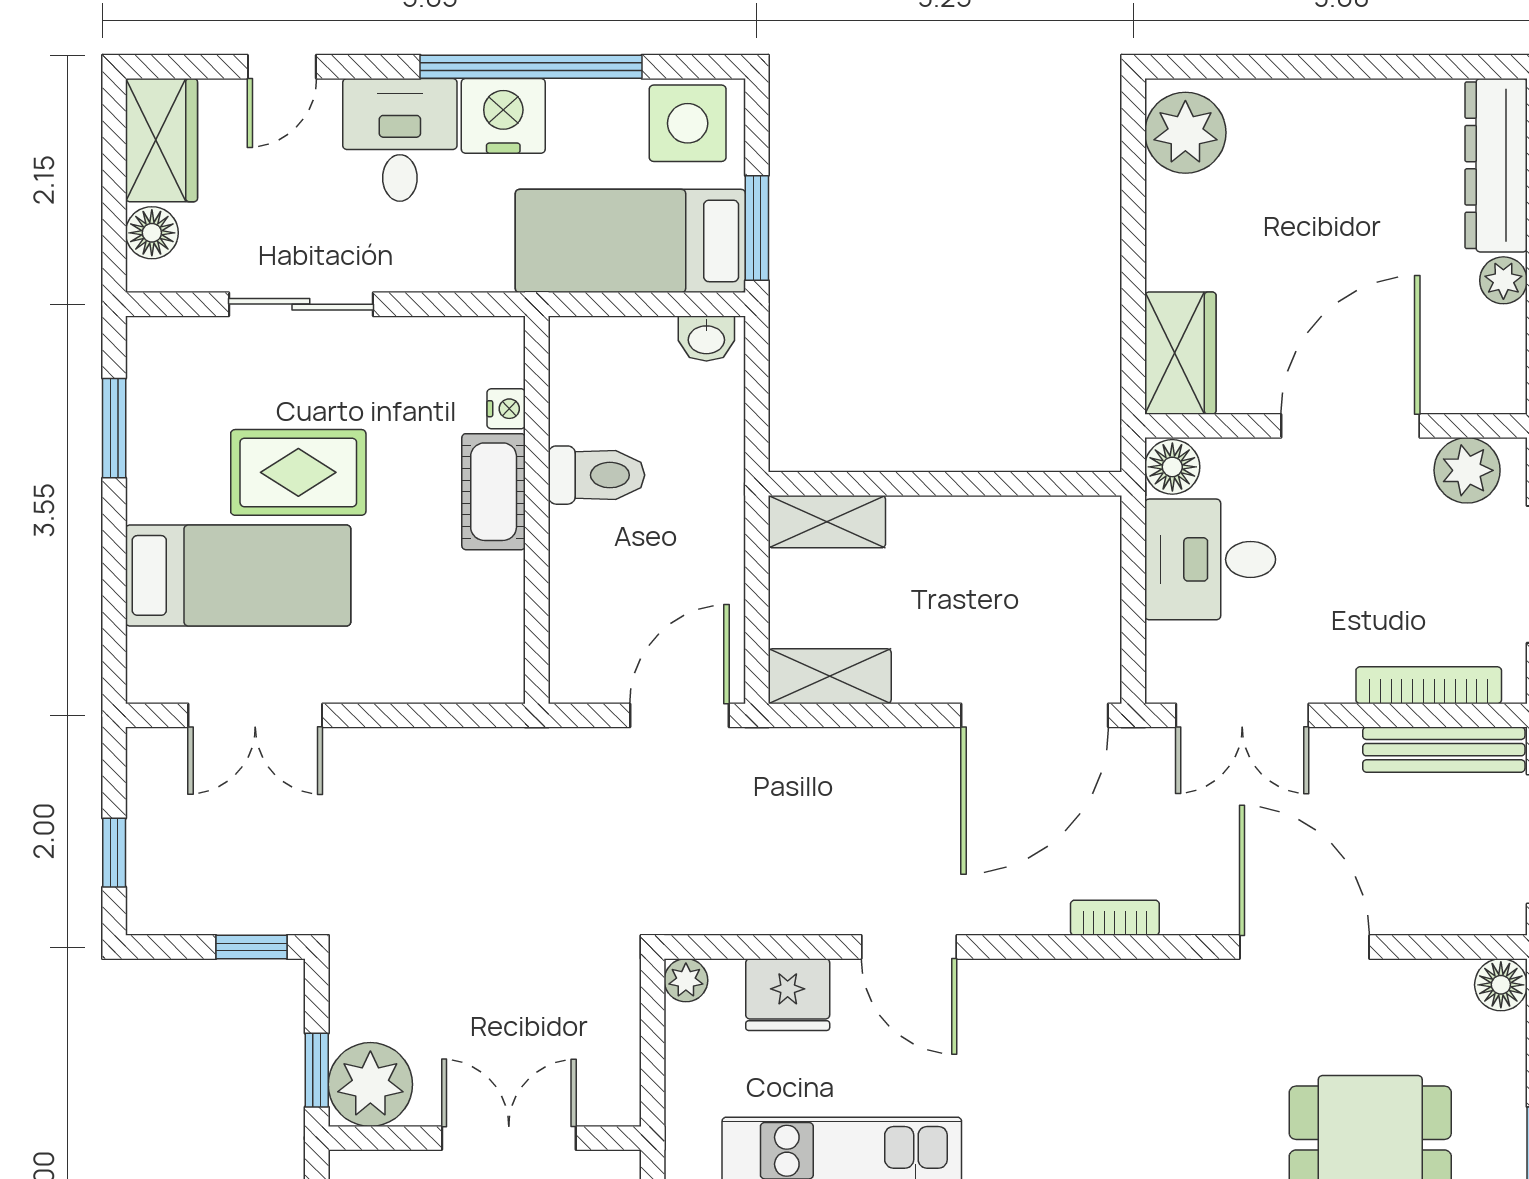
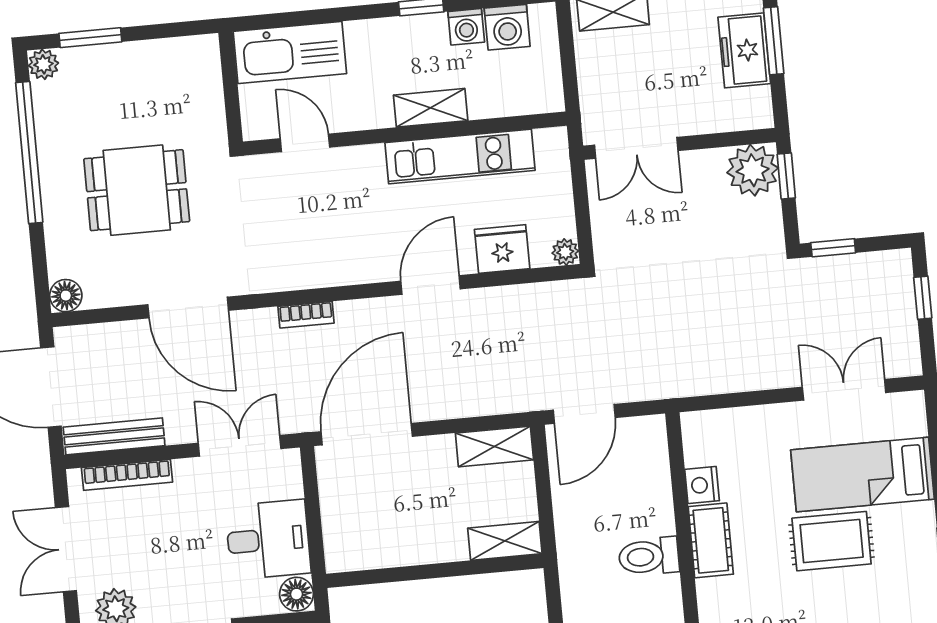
nightstand: (506, 409) -> (702, 485), moved, width x1.39, depth x1.35
door: (909, 947) -> (430, 285), hinge flipped
double door: (509, 1138) -> (636, 148), moved

